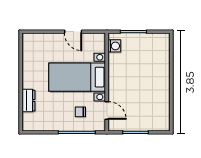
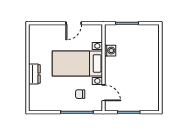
door: (73, 32) -> (74, 23), hinge flipped
washing machine: (114, 46) -> (110, 51), moved
dresser: (29, 101) -> (34, 74), moved

